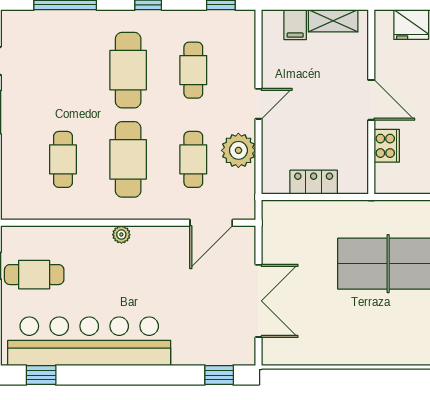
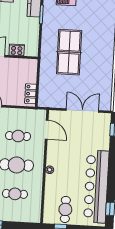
plant: (238, 150) -> (15, 116), removed
locker: (314, 182) -> (30, 94), moved

